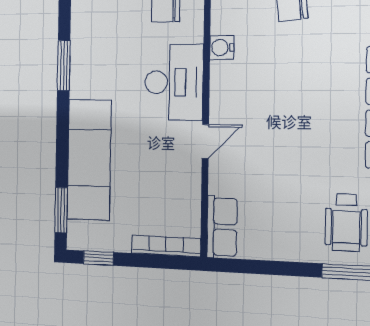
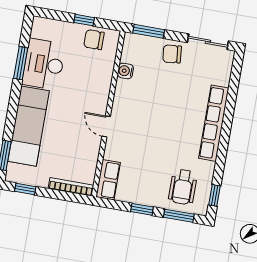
desk: (174, 82) -> (44, 64), moved, turned 180
door: (205, 141) -> (106, 126), swing flipped
window: (284, 268) -> (142, 209), added

